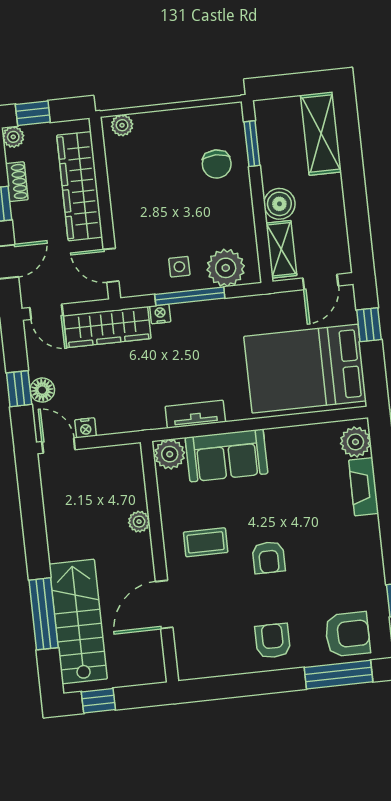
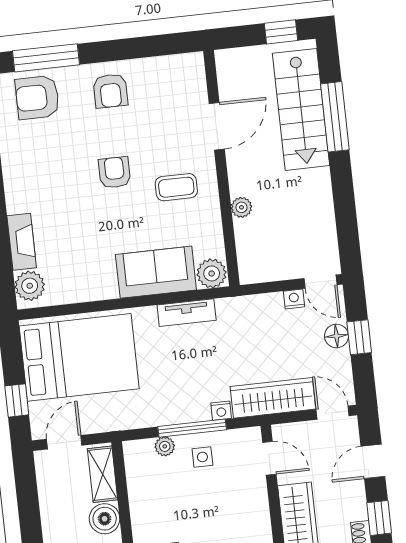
plant: (226, 268) -> (165, 446), width x0.53, depth x0.53

